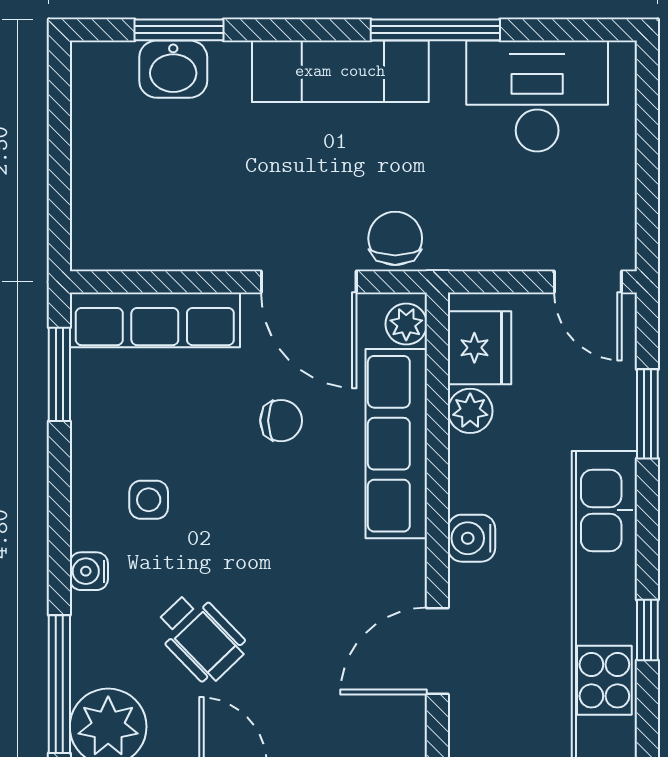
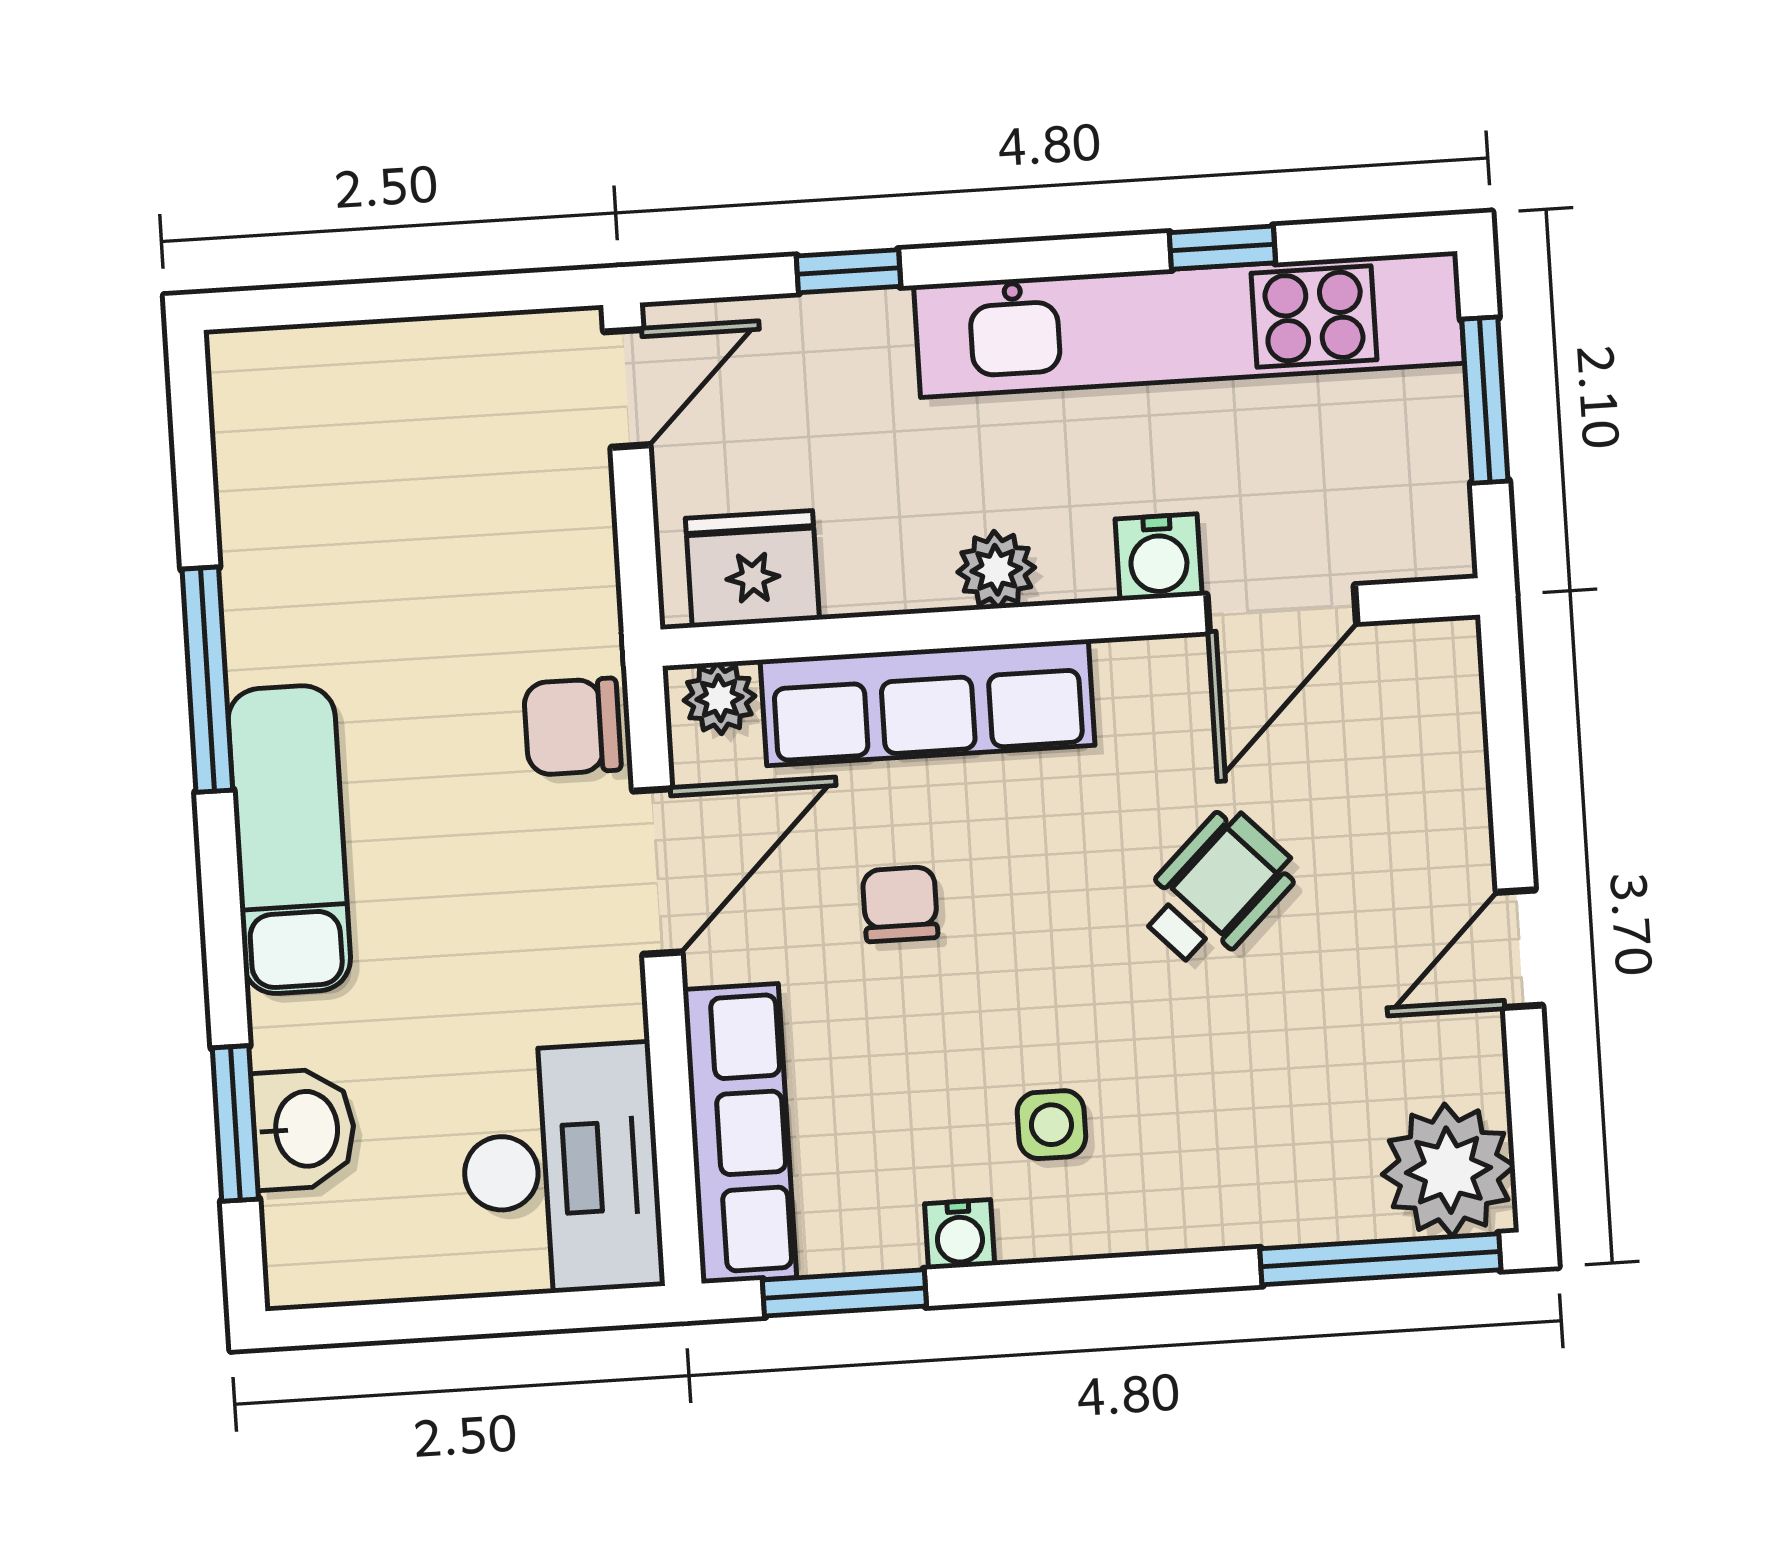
desk: (537, 96) -> (561, 1170), moved, turned 180
plant: (470, 411) -> (996, 570), moved
window: (647, 414) -> (848, 271), width x0.67
water cooler: (472, 538) -> (1159, 557), moved
water cooler: (89, 571) -> (960, 1234), moved
wheelchair: (201, 637) -> (1217, 889), moved
door: (437, 651) -> (1282, 609), hinge flipped

